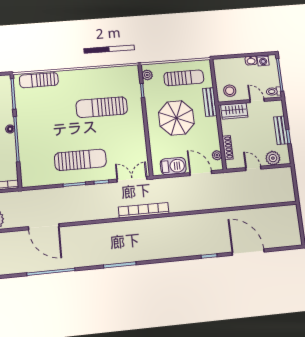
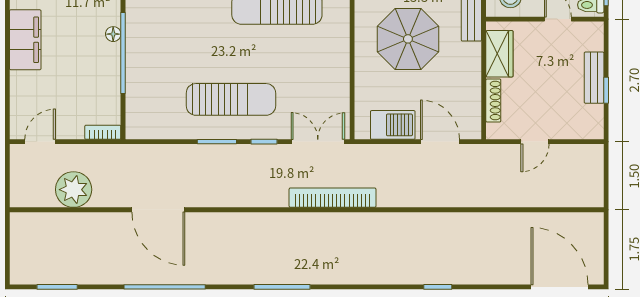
wardrobe: (234, 111) -> (499, 54), moved, turned -90
plant: (217, 155) -> (473, 113), removed
plant: (273, 158) -> (573, 127), removed
door: (253, 168) -> (535, 142), swing flipped
door: (248, 252) -> (560, 287), moved

